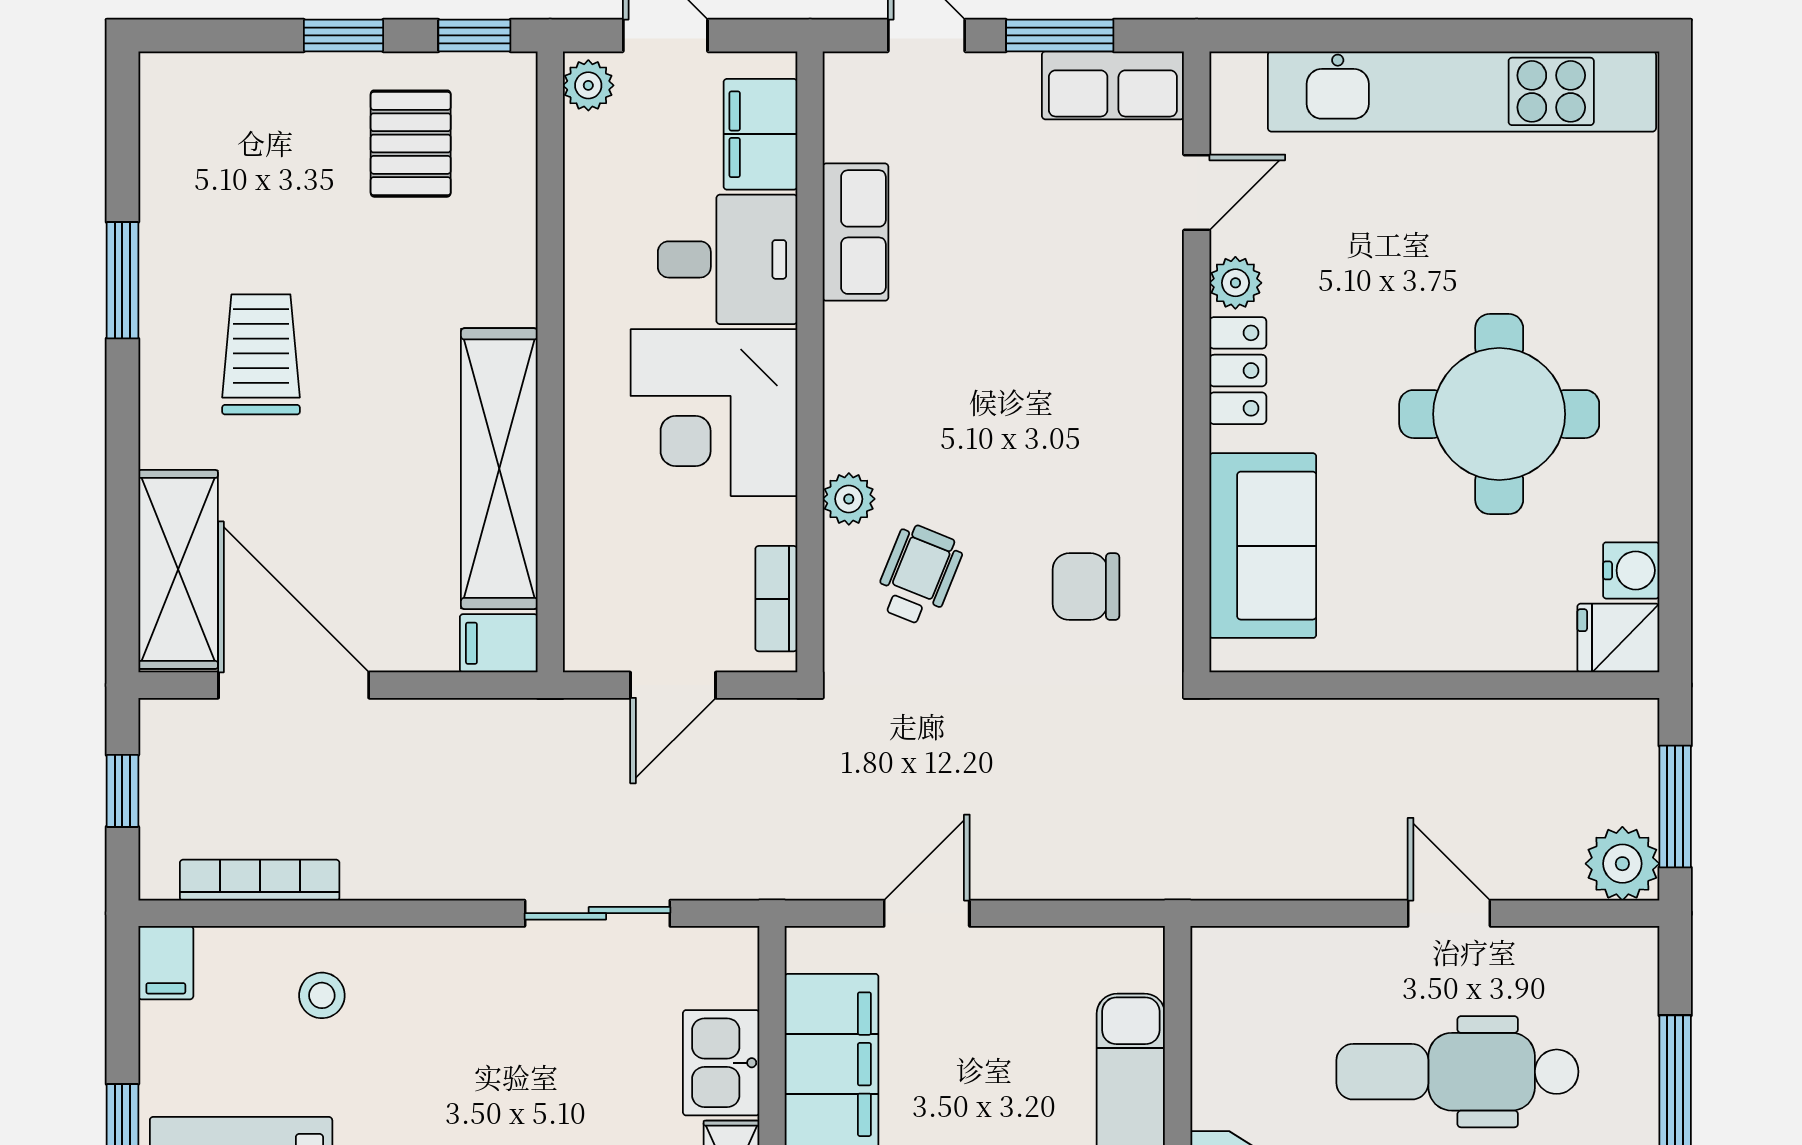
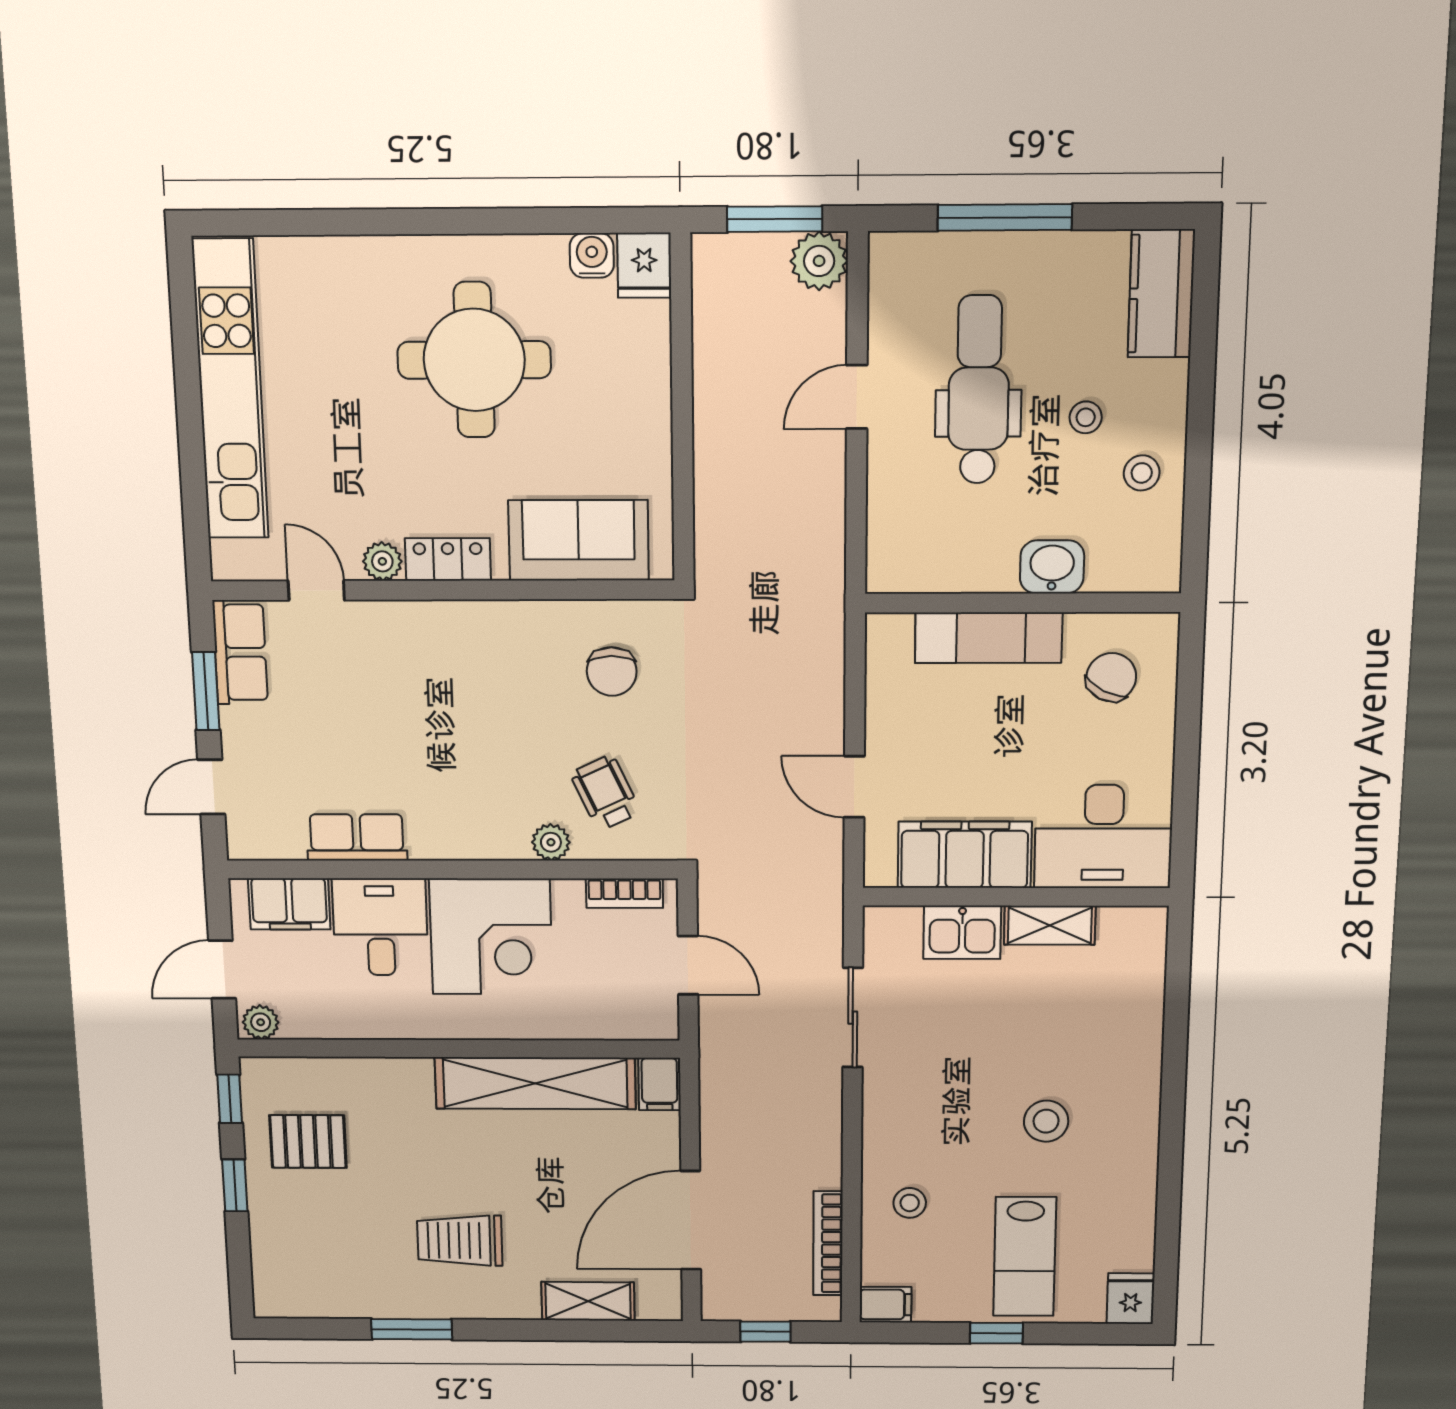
shelving: (178, 569) -> (588, 1301), width x0.67, depth x0.75
wheelchair: (918, 575) -> (605, 793), turned 43
dental chair: (1457, 1072) -> (979, 390), turned 180

